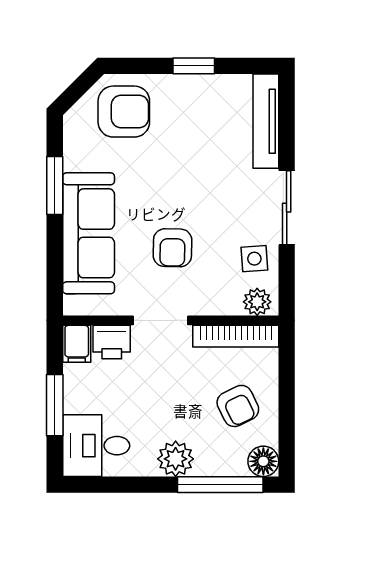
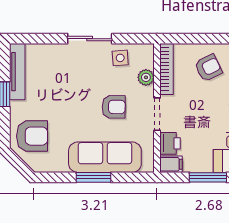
armchair: (124, 112) -> (32, 136), turned 90
tv unit: (266, 121) -> (17, 72), moved, turned -90
window: (55, 185) -> (93, 177), moved
plant: (257, 302) -> (146, 77), moved

